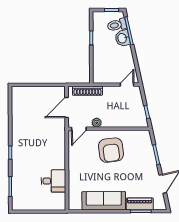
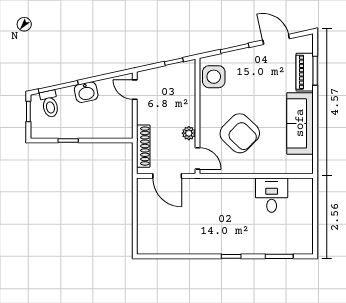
washbasin: (122, 38) -> (86, 92), moved
side table: (136, 140) -> (214, 77), added
armchair: (111, 150) -> (240, 133), moved, turned 51

